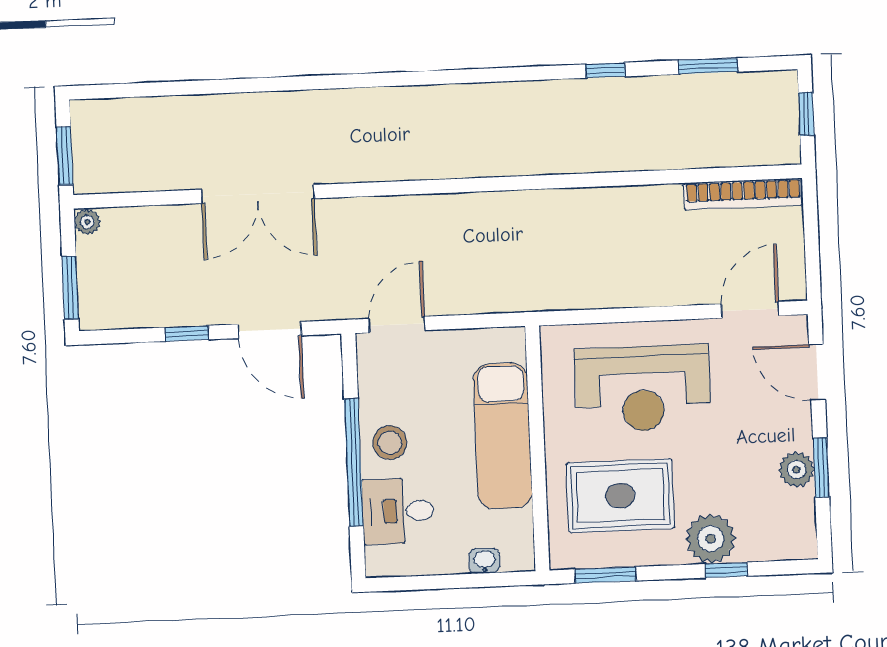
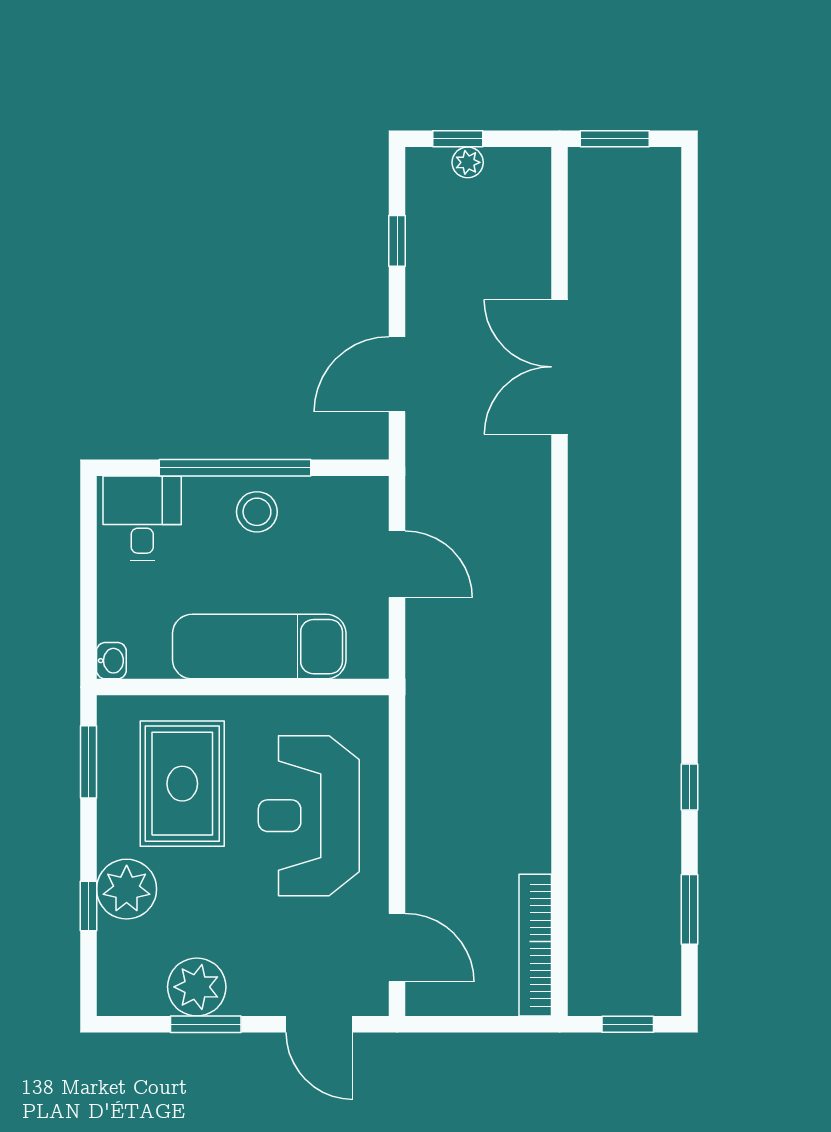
plant: (87, 222) -> (468, 162), moved
window: (70, 287) -> (458, 139), width x0.67
door: (397, 325) -> (397, 564), moved
window: (187, 333) -> (397, 241), moved
door: (817, 372) -> (319, 1024), swing flipped
plant: (796, 470) -> (197, 987), width x1.36, depth x1.36
desk: (398, 511) -> (142, 518), moved
washbasin: (484, 561) -> (111, 661), moved

